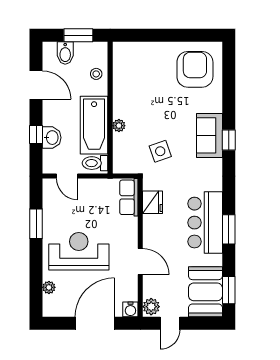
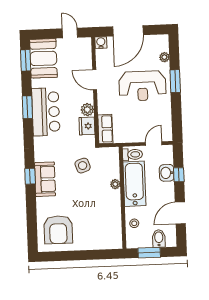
door: (36, 85) -> (180, 213), hinge flipped
door: (67, 176) -> (154, 144), hinge flipped
window: (36, 224) -> (175, 81), moved
plant: (151, 307) -> (87, 110), moved
door: (170, 323) -> (70, 33), hinge flipped

